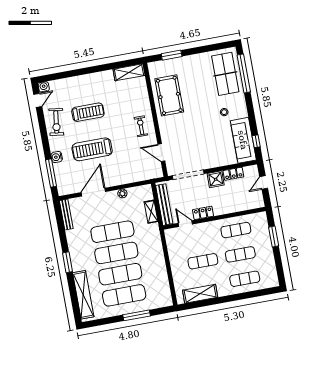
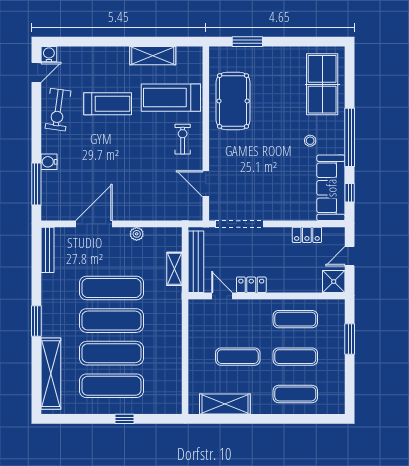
shelving: (129, 72) -> (153, 56), moved
window: (244, 73) -> (350, 137), moved
treadmill: (92, 149) -> (171, 98), moved
shower: (216, 179) -> (334, 282), moved
window: (137, 315) -> (124, 419), width x0.46

